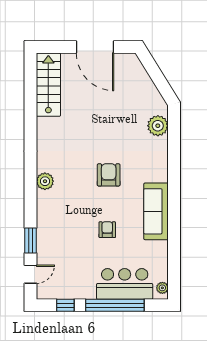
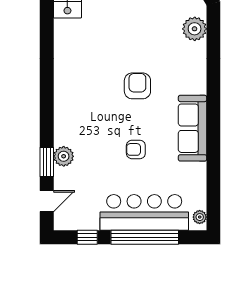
plant: (45, 181) -> (64, 156), moved
armchair: (107, 230) -> (136, 149), turned -90
bar counter: (125, 284) -> (144, 212), width x1.36

